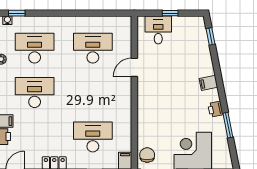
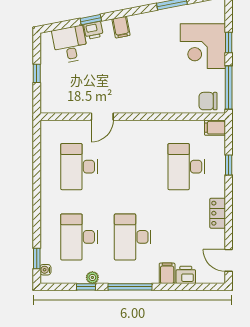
desk: (158, 30) -> (70, 44), moved, turned 79
window: (211, 36) -> (91, 20), moved
door: (134, 67) -> (102, 117), hinge flipped
printer: (215, 109) -> (93, 30), moved

